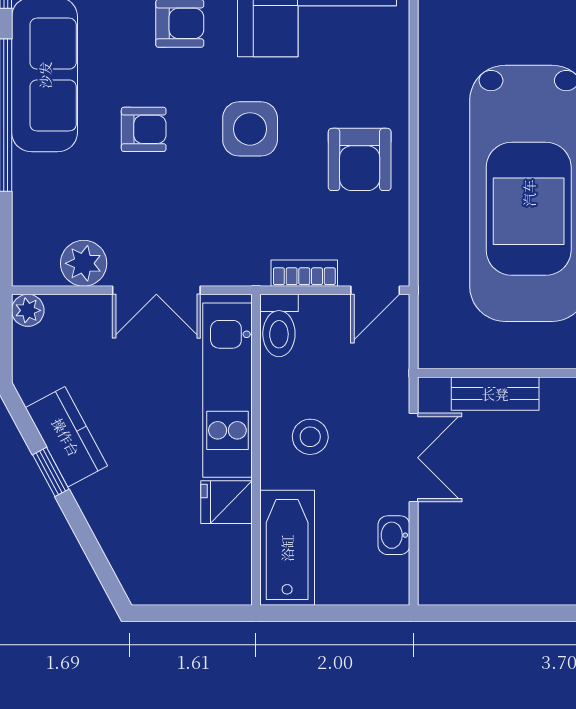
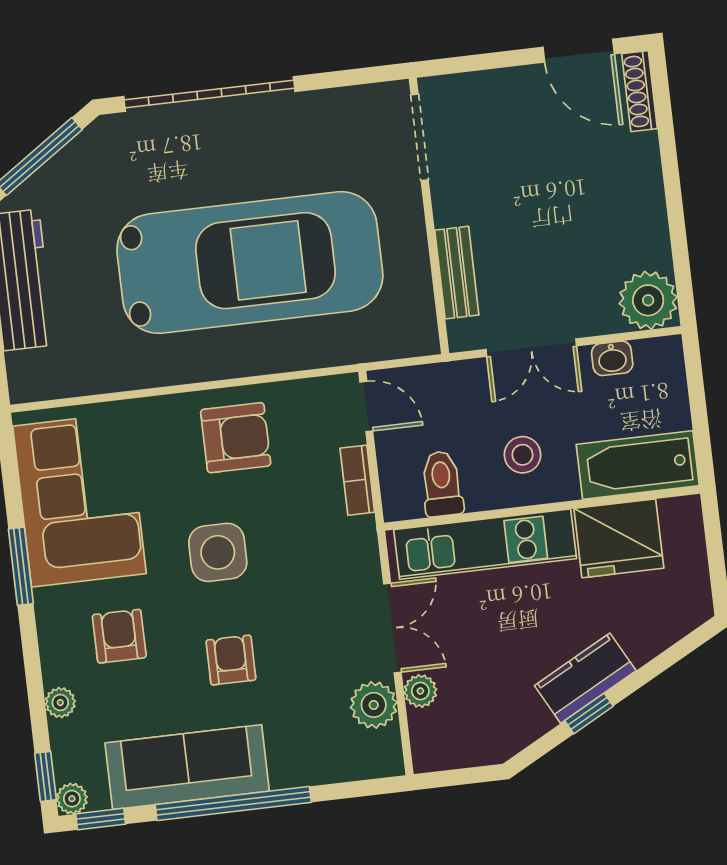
plant: (28, 310) -> (420, 691), moved
toilet: (279, 326) -> (442, 484), moved, turned -90
kitchen counter: (66, 437) -> (585, 678), moved
double door: (414, 458) -> (531, 348), swing flipped
fridge: (226, 502) -> (619, 538), width x1.88, depth x1.34
plant: (446, 577) -> (648, 300), added

